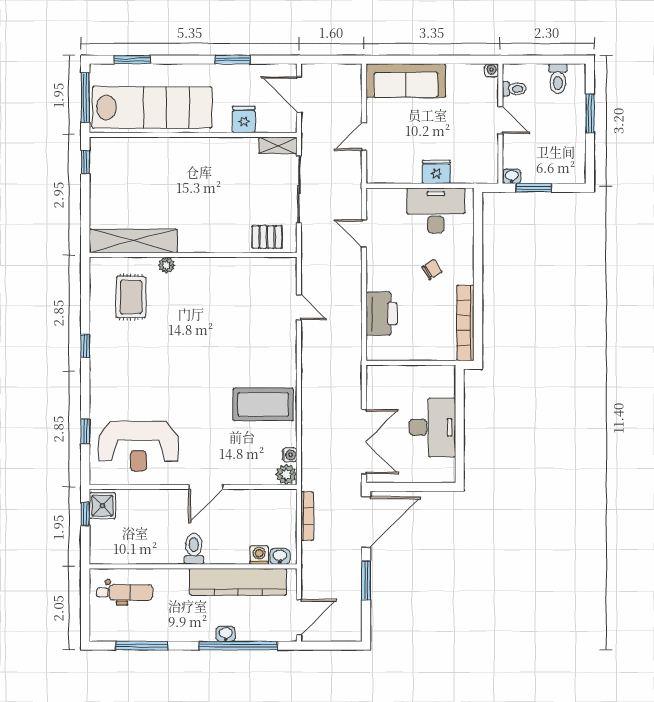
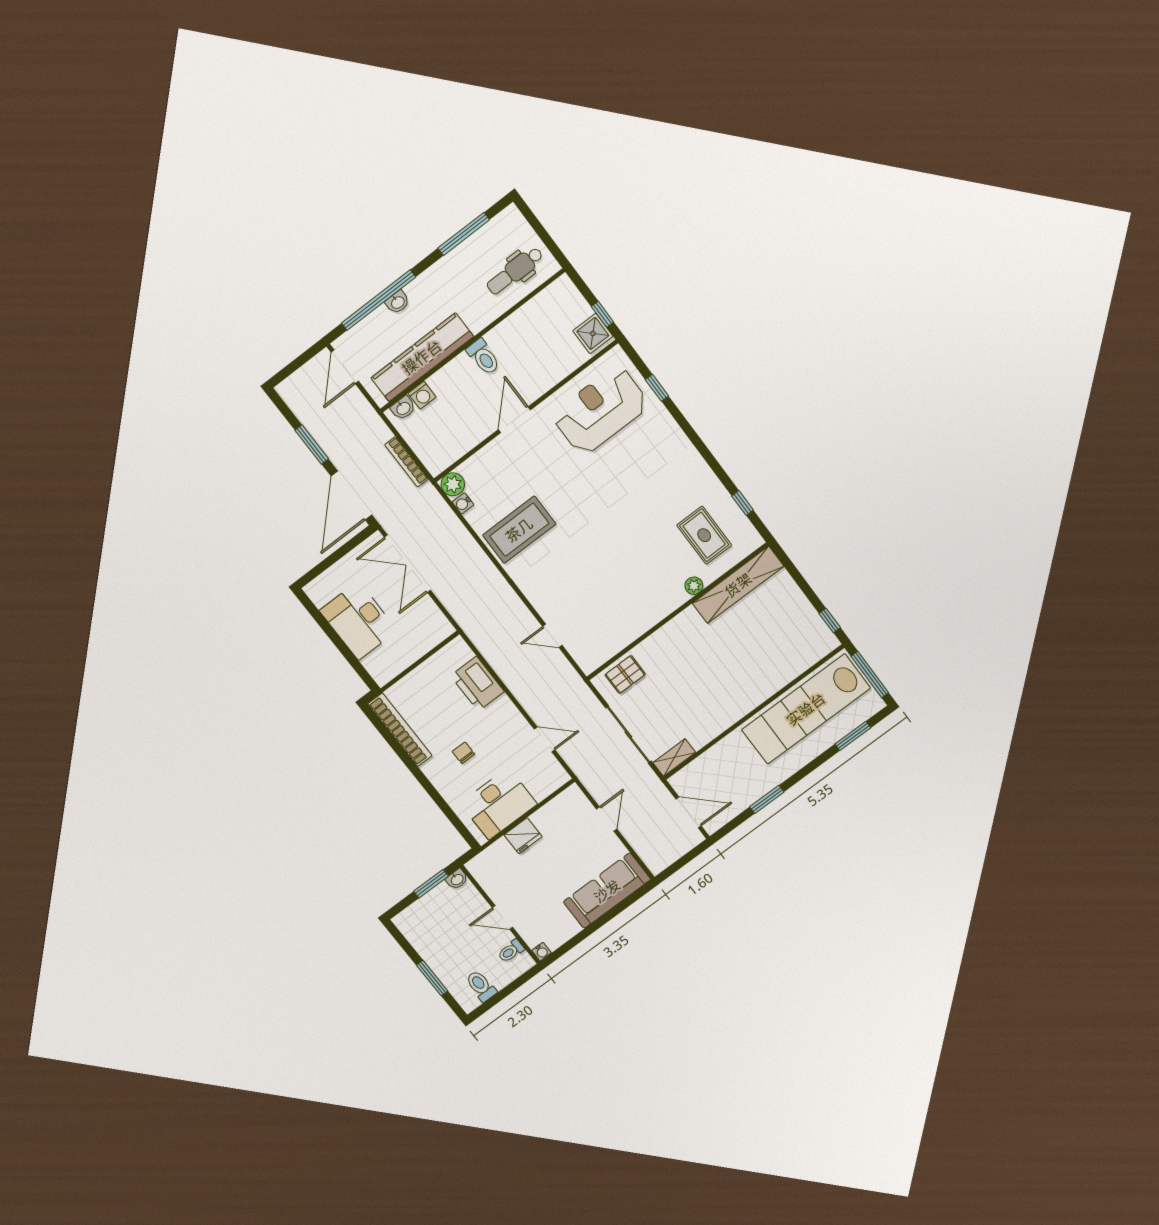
fridge: (244, 119) -> (720, 757), removed
chair: (432, 269) -> (463, 753), turned 121
window: (85, 346) -> (743, 503), moved

